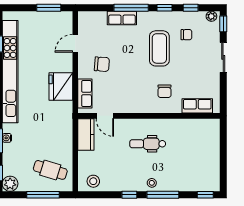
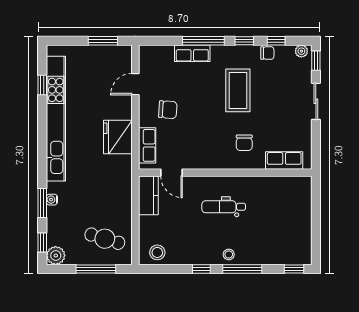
chair: (186, 35) -> (267, 53), moved

